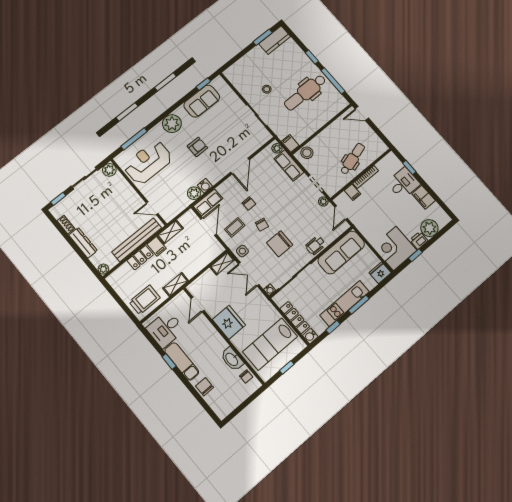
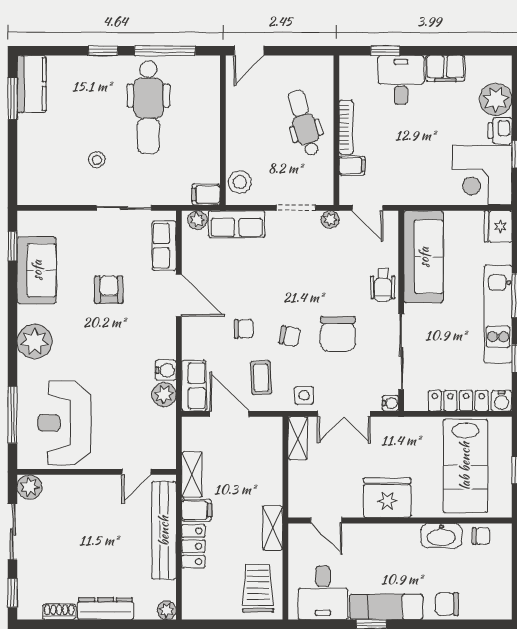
row of seats: (255, 144) -> (164, 246), added
armchair: (197, 147) -> (109, 290), moved

